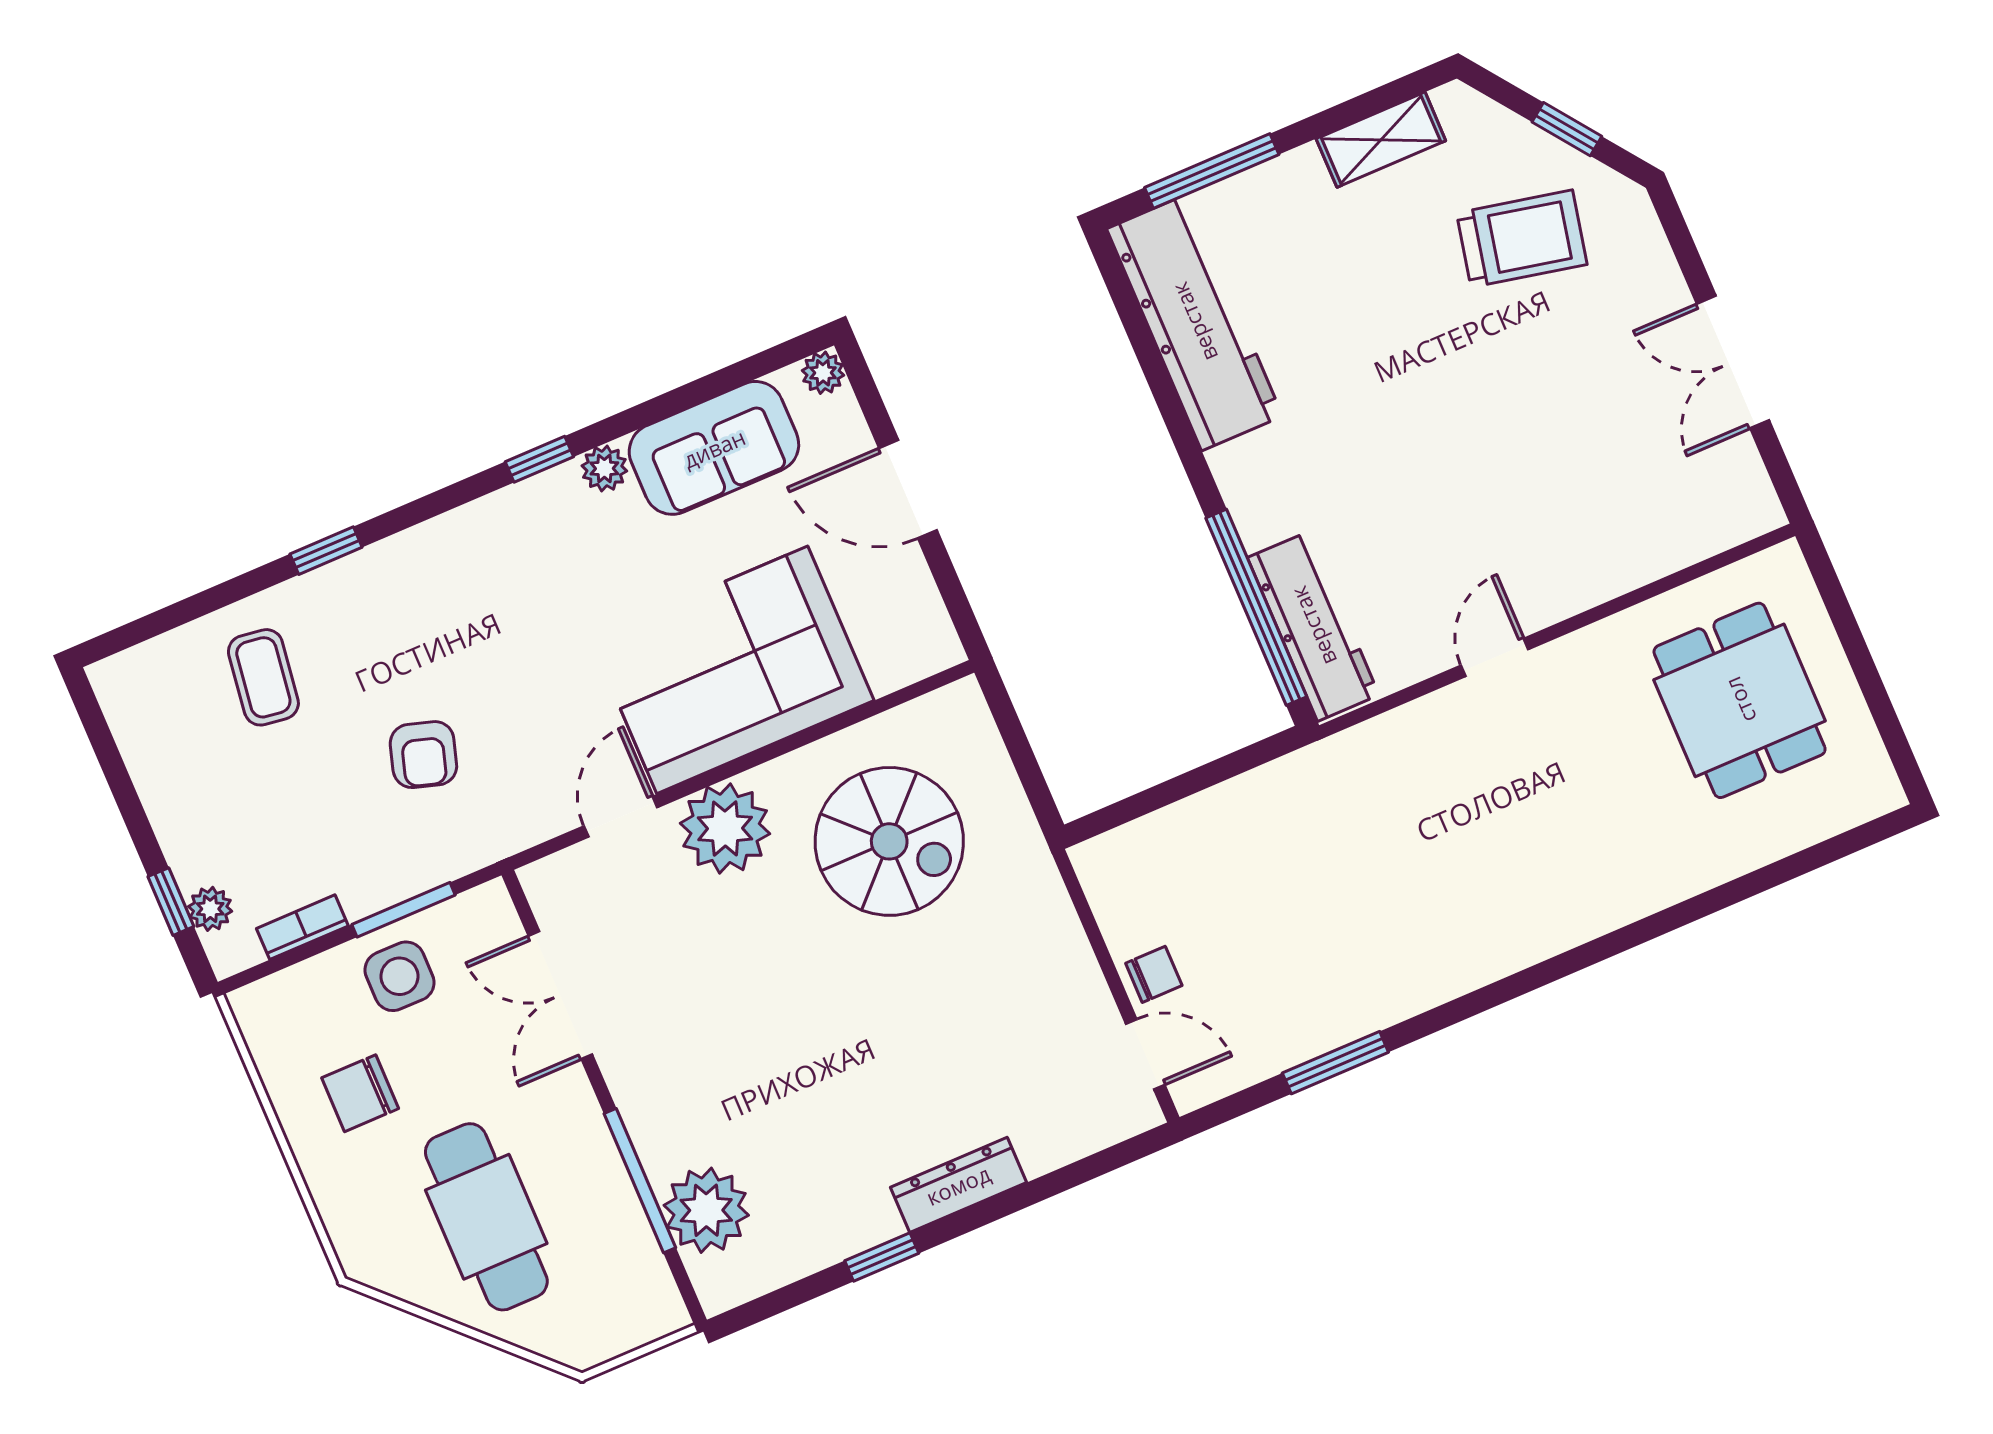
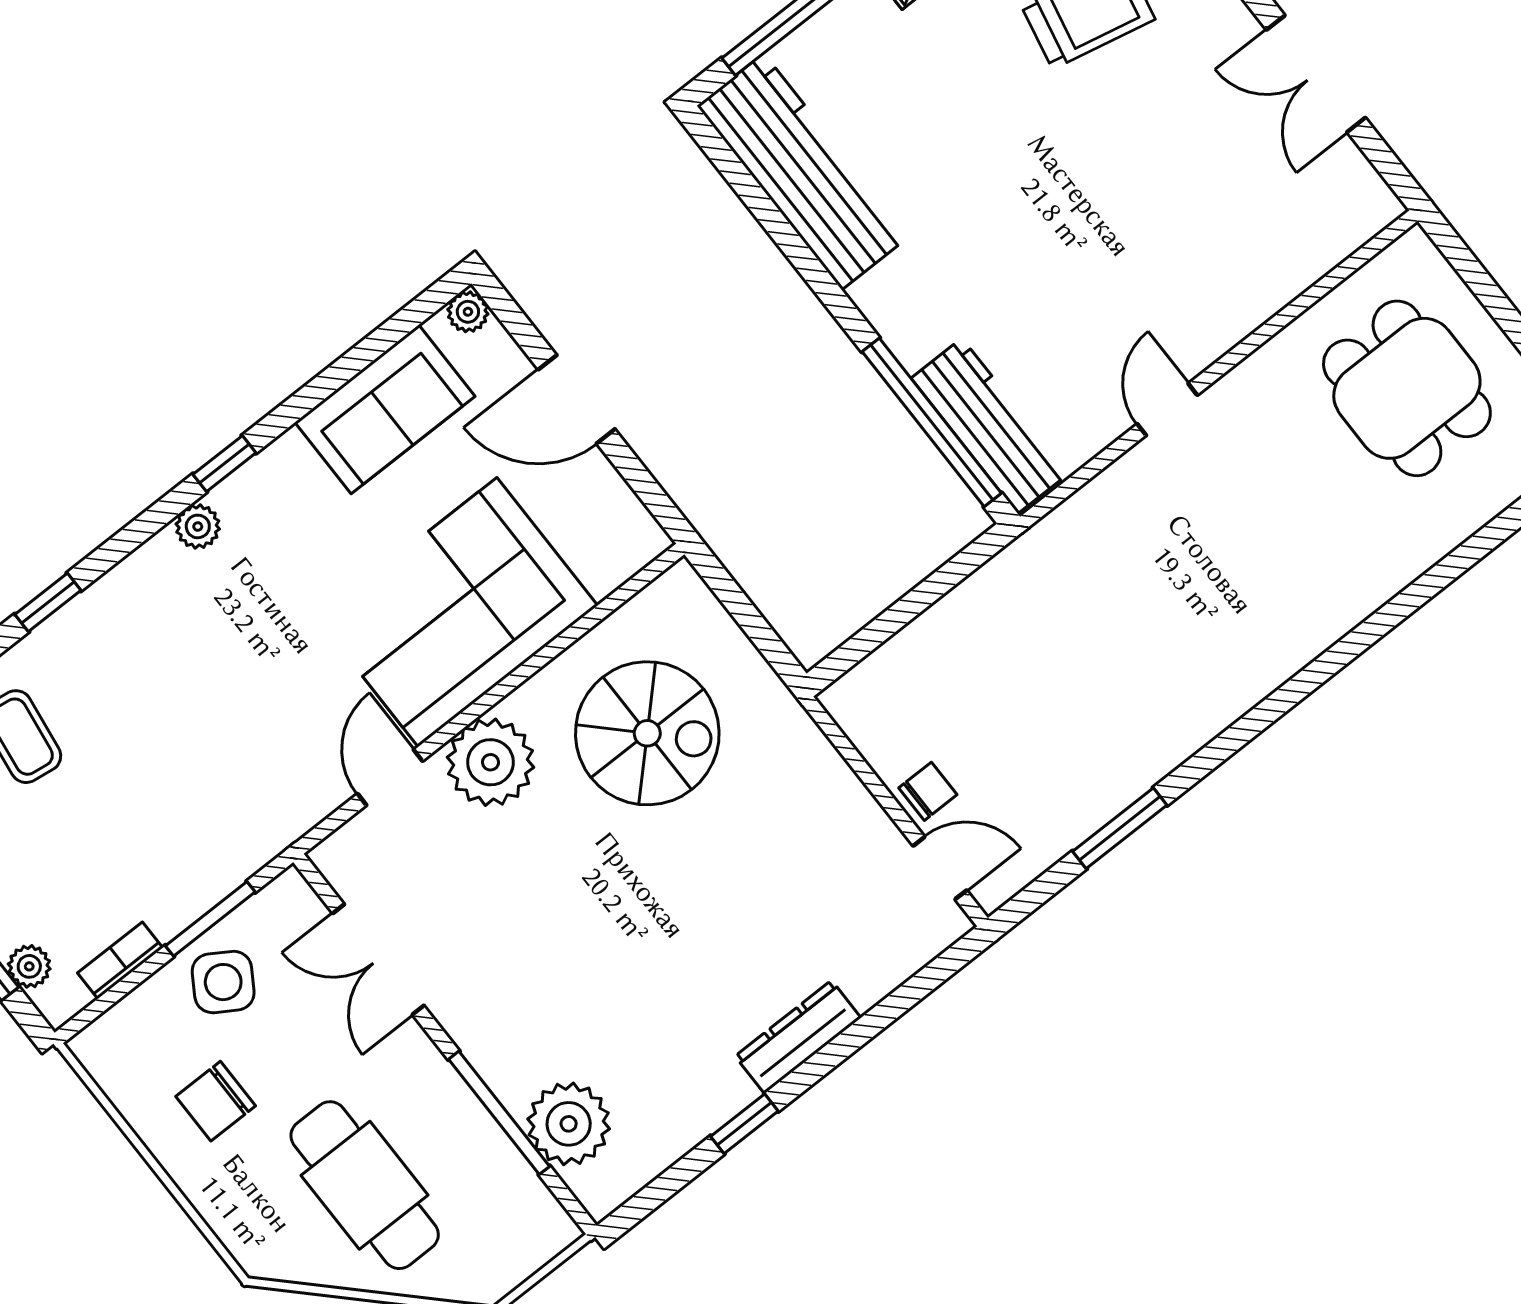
plant: (604, 468) -> (198, 526), moved
armchair: (423, 755) -> (190, 769), removed
side table: (400, 976) -> (223, 982), turned 32

